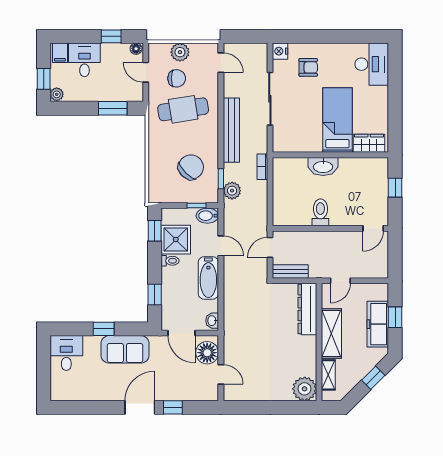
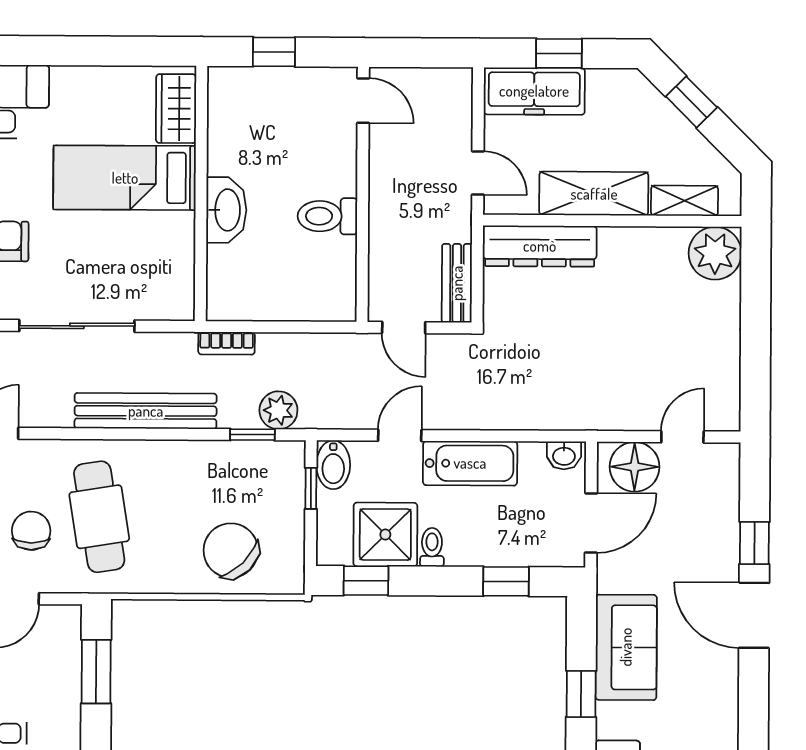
chair: (191, 167) -> (231, 550), moved
freezer: (378, 324) -> (534, 91), moved

